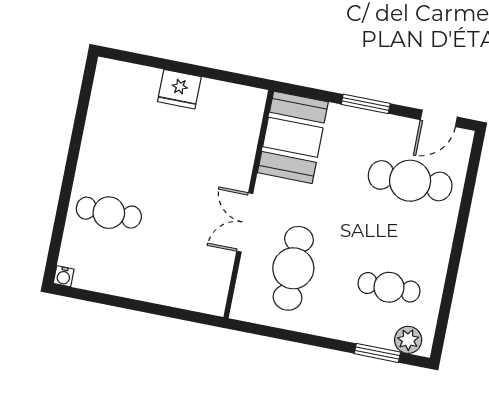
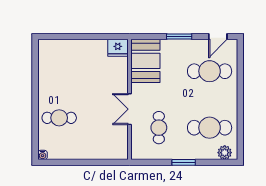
fridge: (179, 89) -> (118, 48), moved
cafe table: (293, 268) -> (159, 128), width x0.73, depth x0.74
cafe table: (389, 287) -> (210, 128), width x1.37, depth x1.35
window: (377, 353) -> (184, 162), moved

